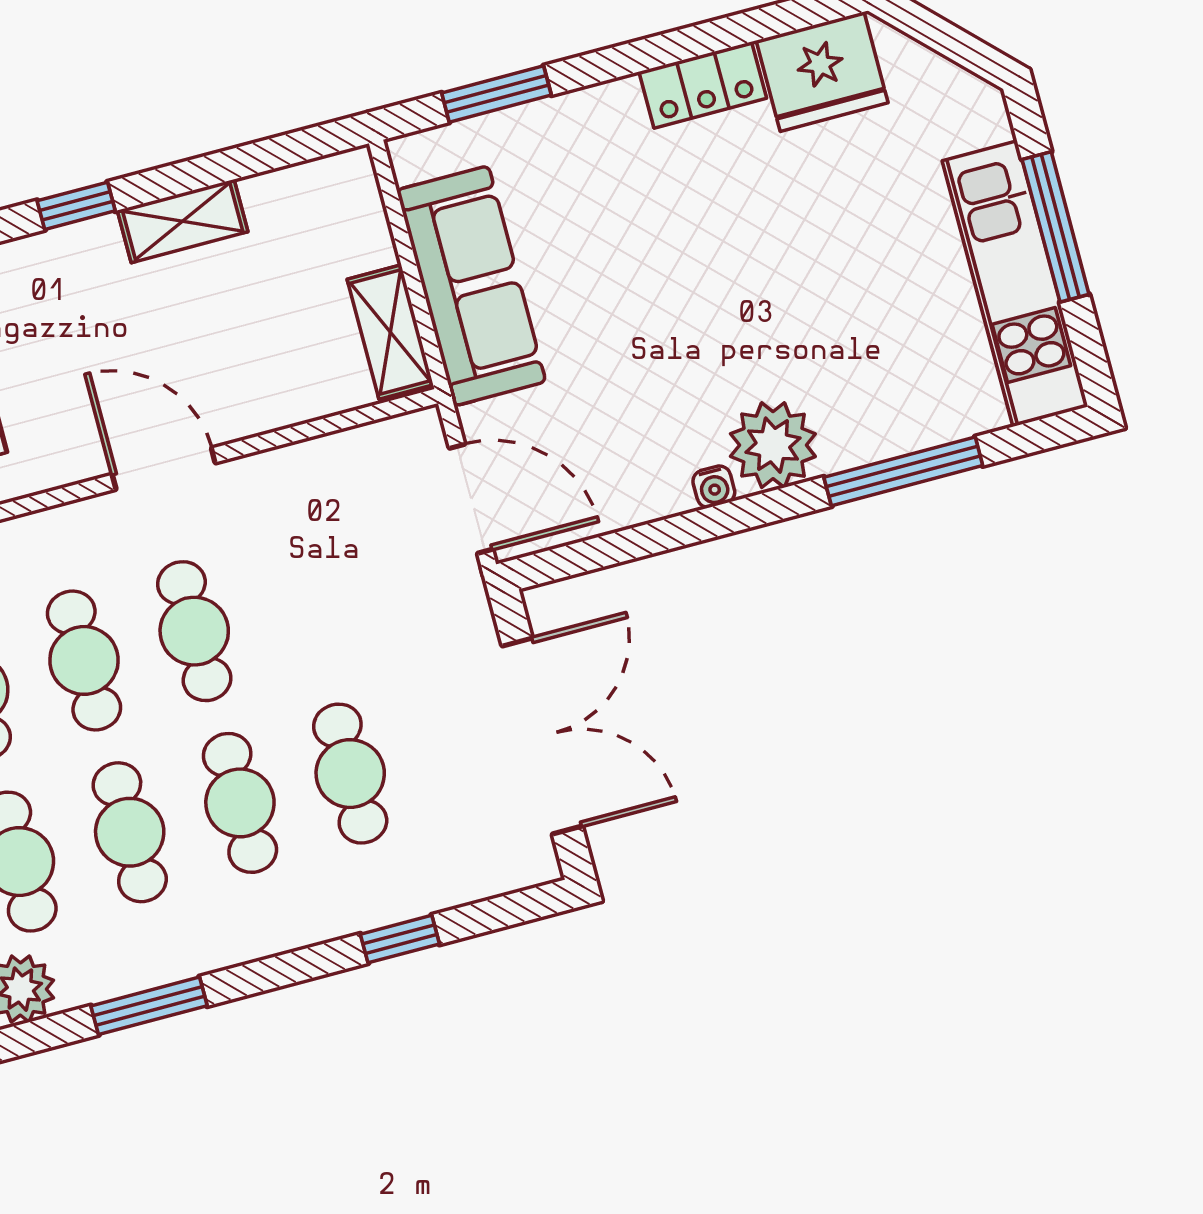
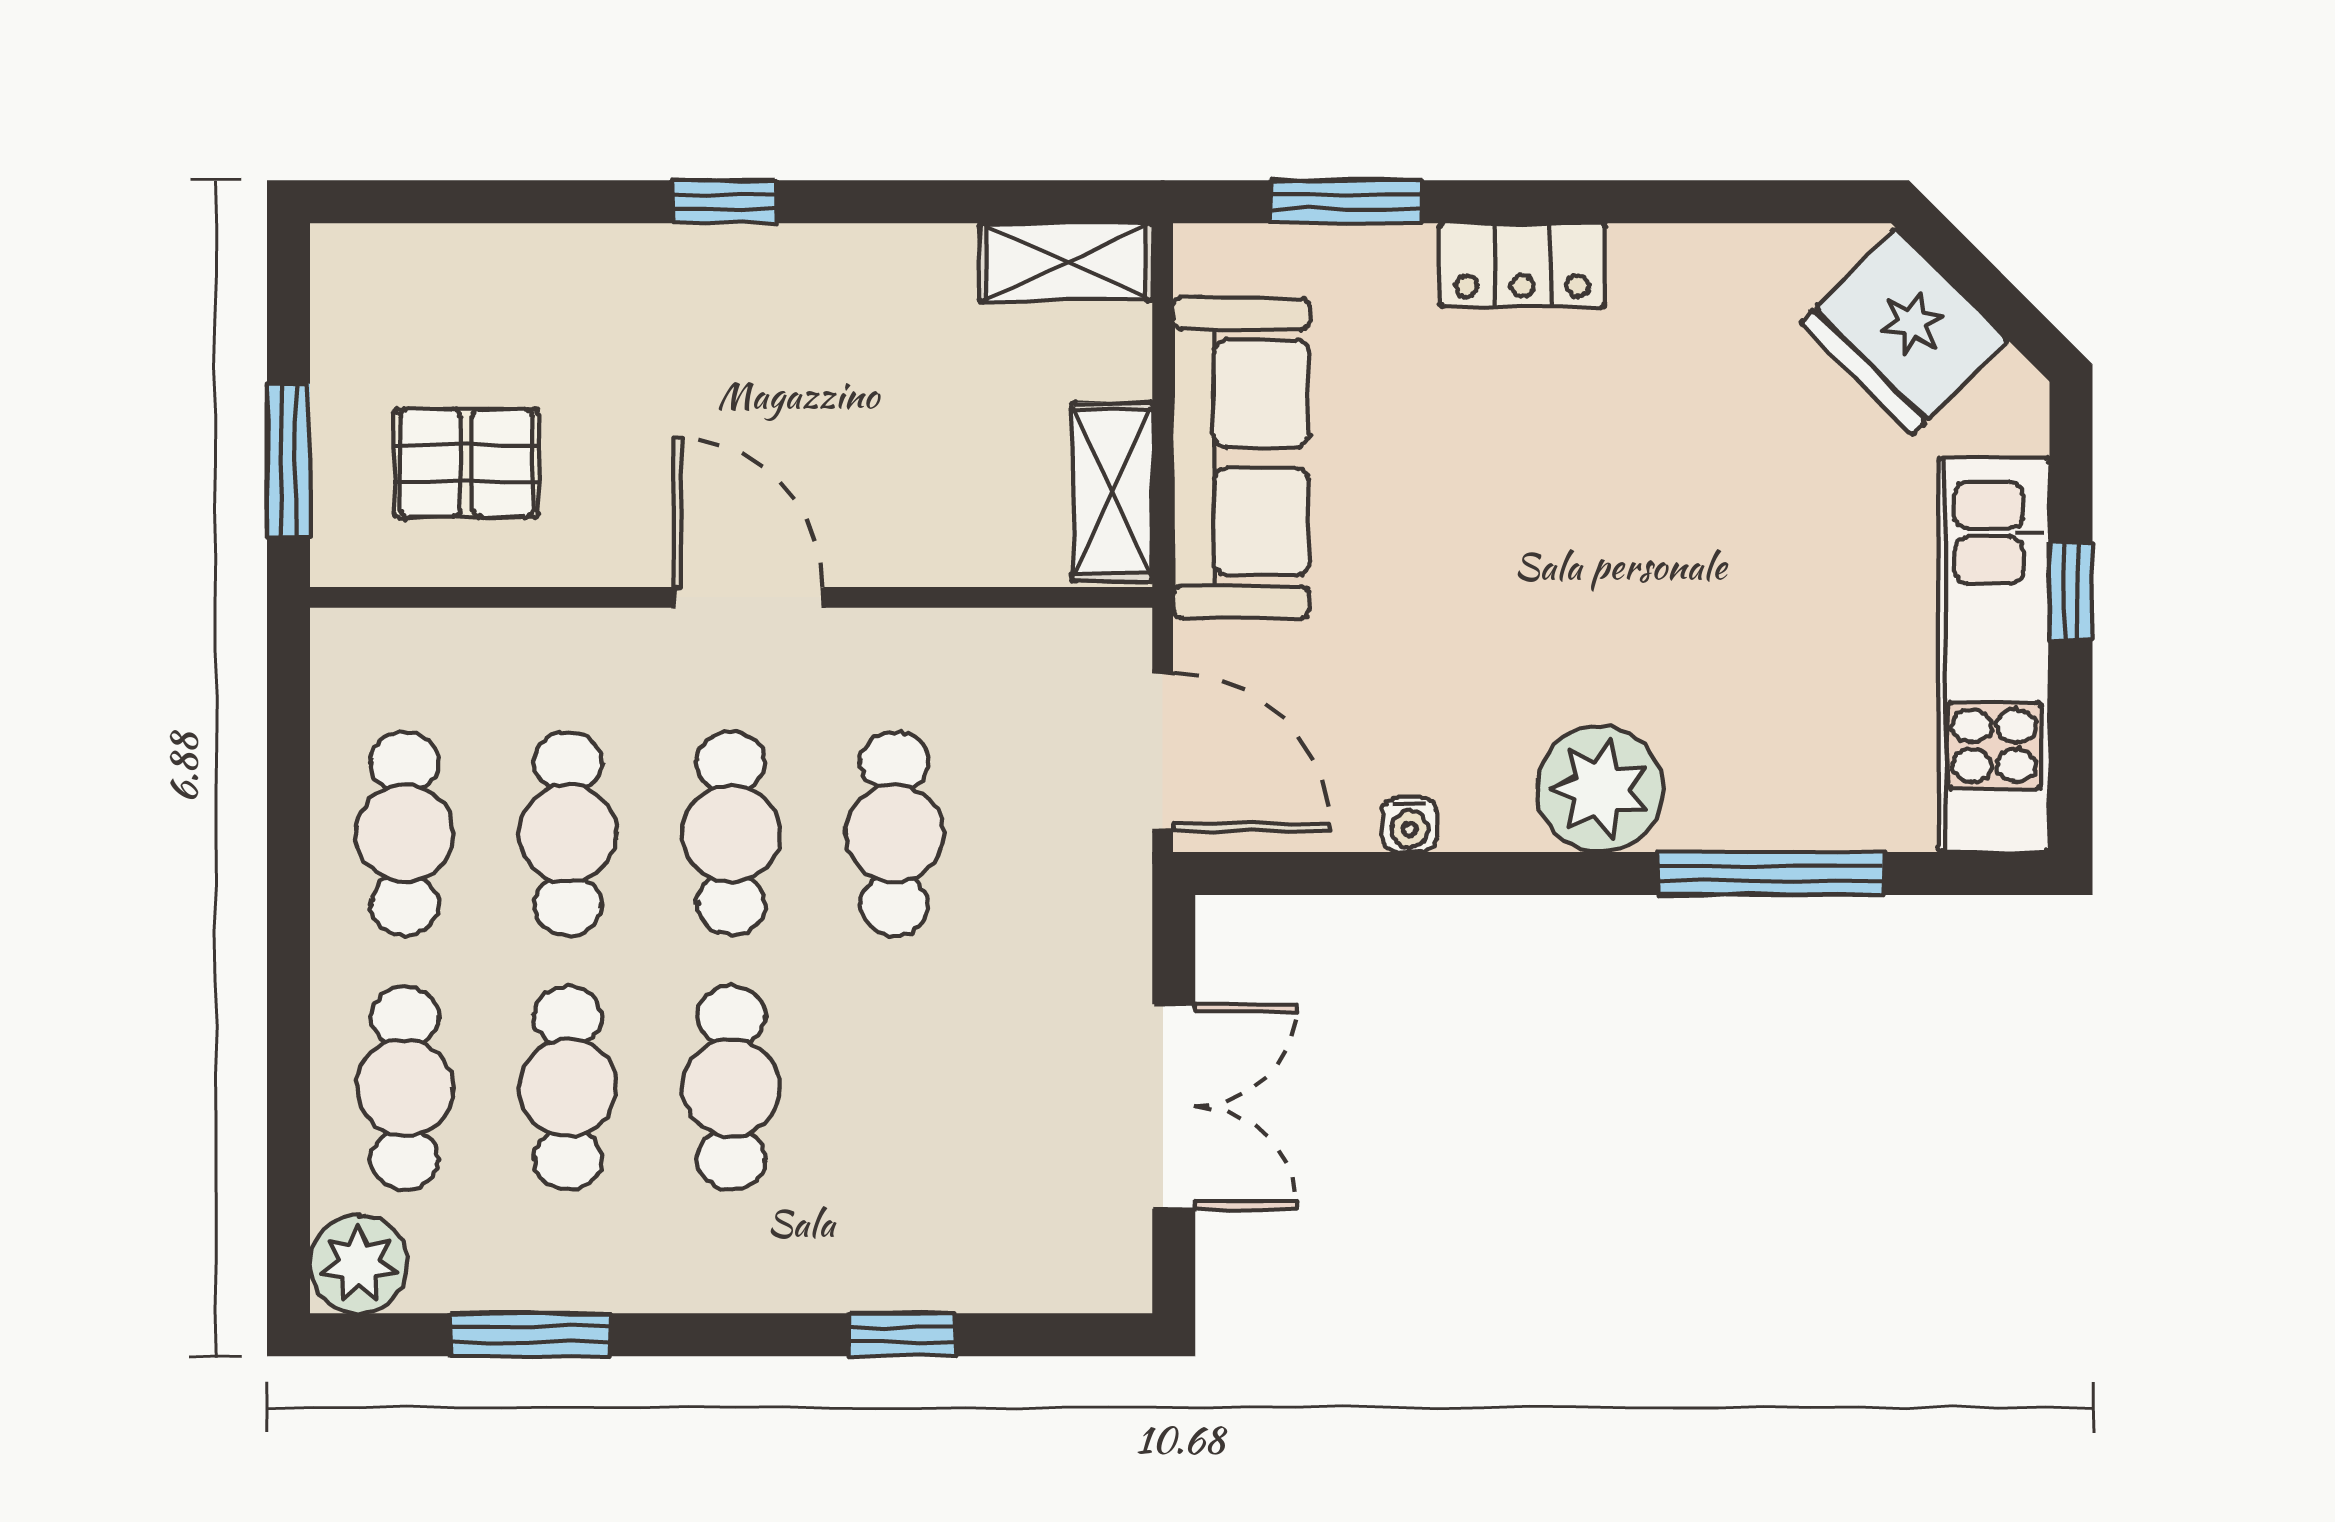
fridge: (822, 72) -> (1904, 331), moved, turned 45
locker: (703, 85) -> (1522, 265), moved
shelving: (183, 221) -> (1066, 262), moved
window: (1056, 227) -> (2071, 591), width x0.46
water cooler: (714, 487) -> (1410, 825), moved
double door: (542, 736) -> (1174, 1107), width x0.73
cafe table: (350, 774) -> (894, 833), moved

